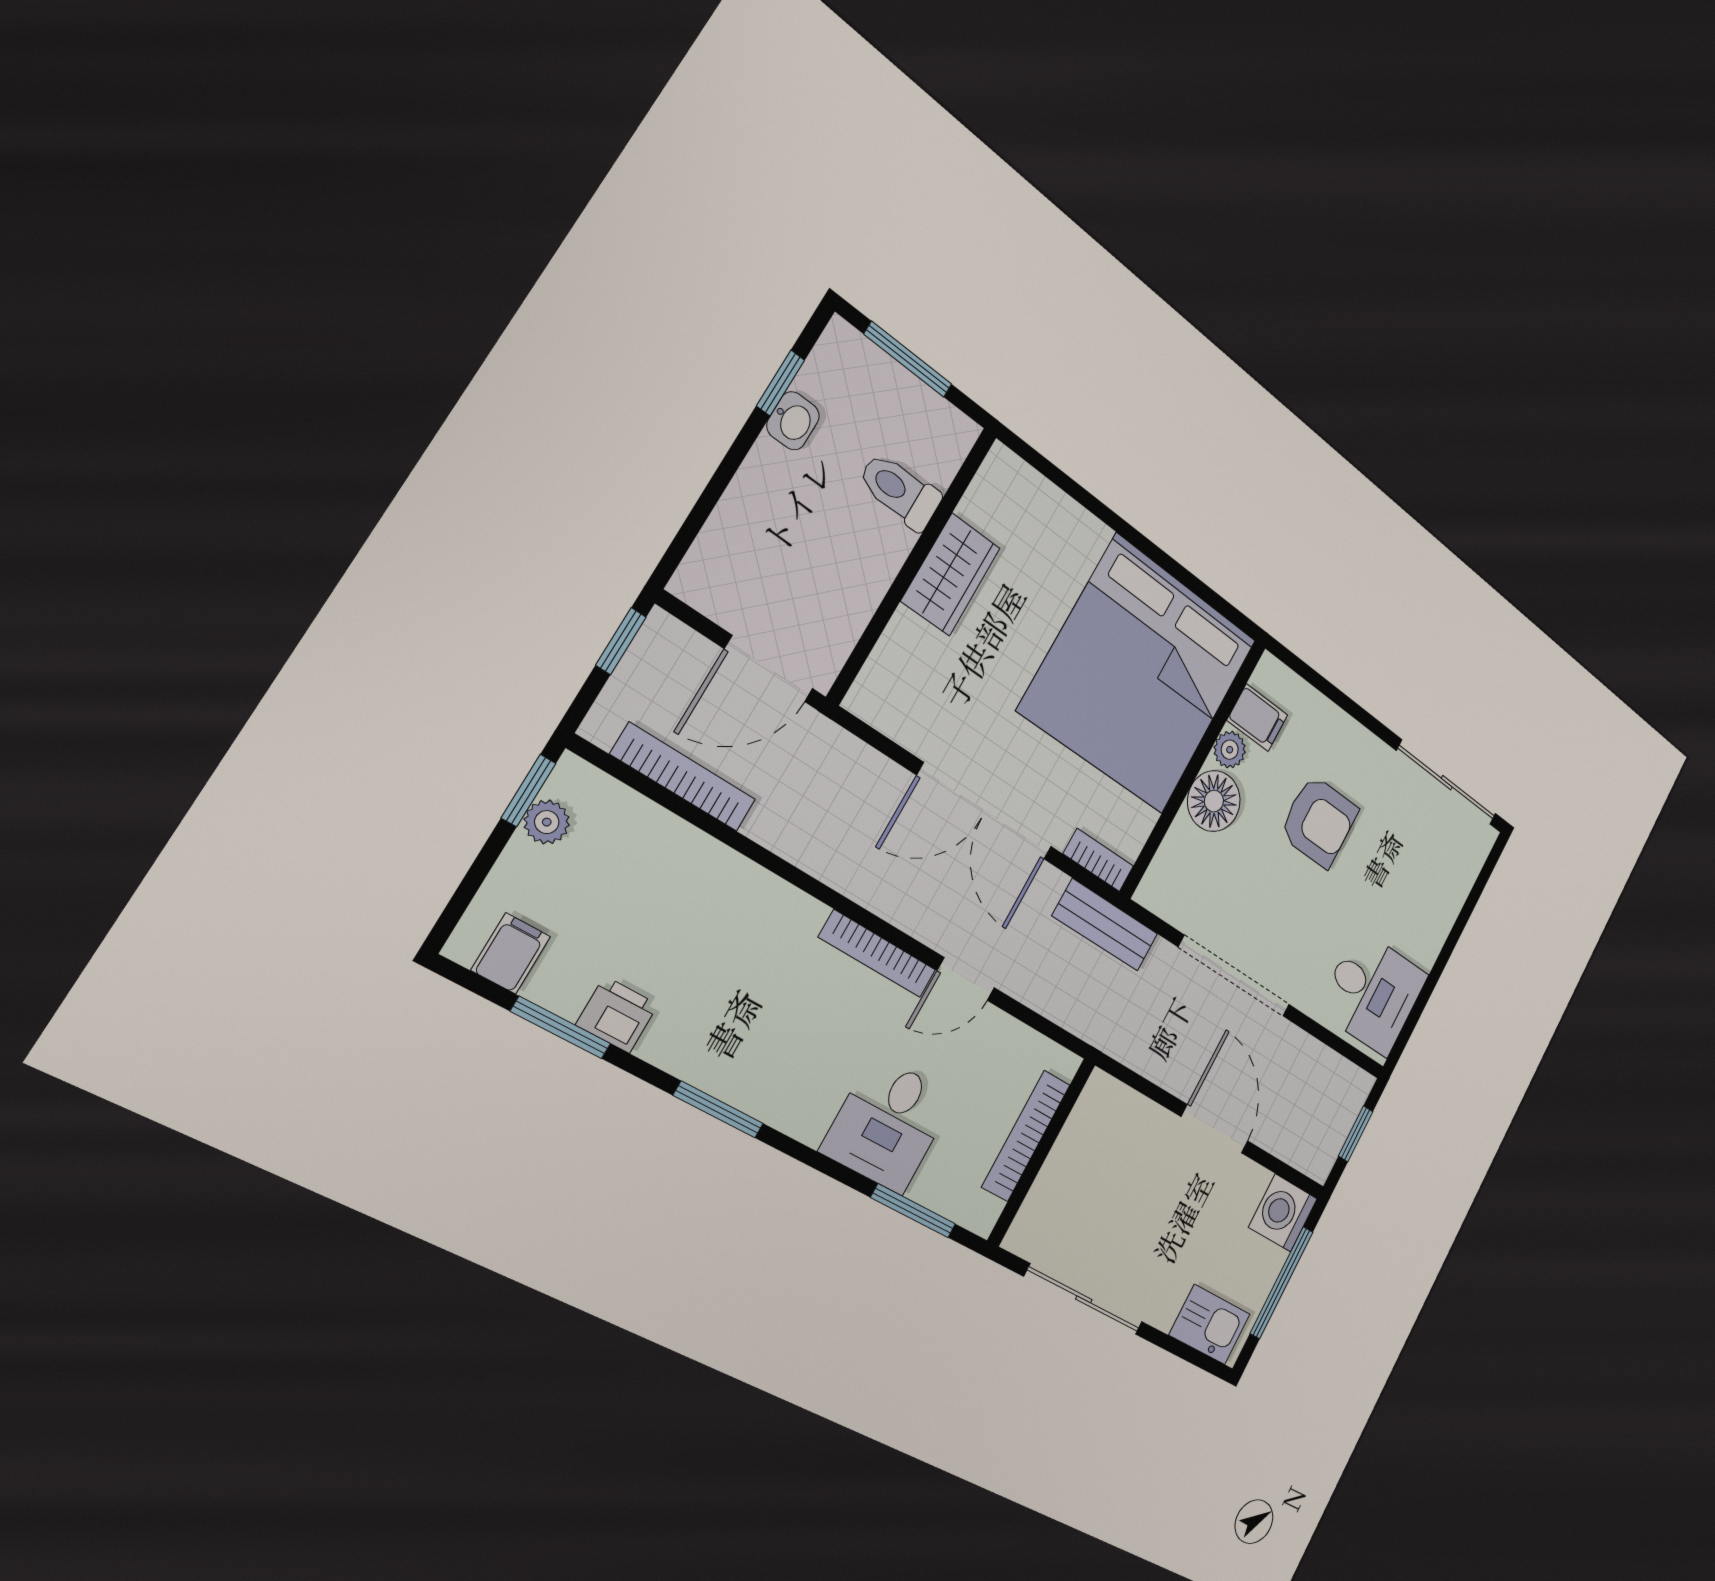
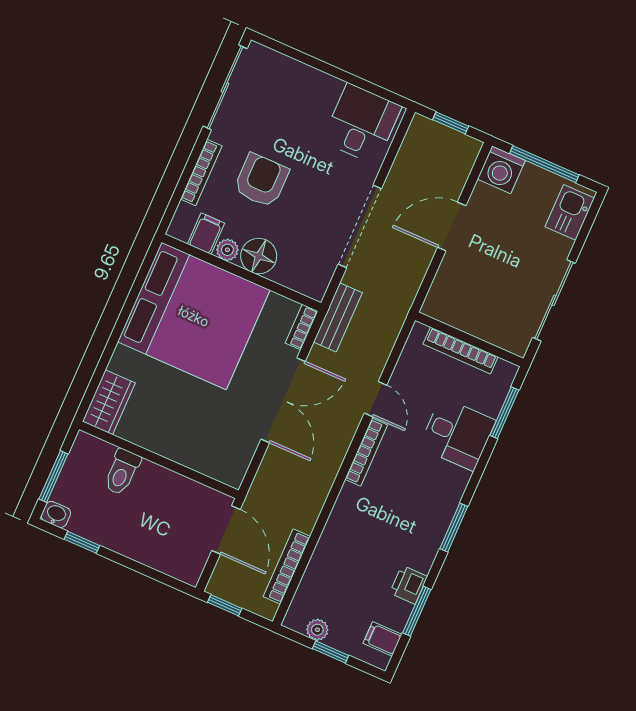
washbasin: (793, 421) -> (56, 514), moved
wardrobe: (951, 575) -> (109, 402), moved, turned 90
bookcase: (1342, 725) -> (201, 173), added
window: (529, 791) -> (331, 652), moved

